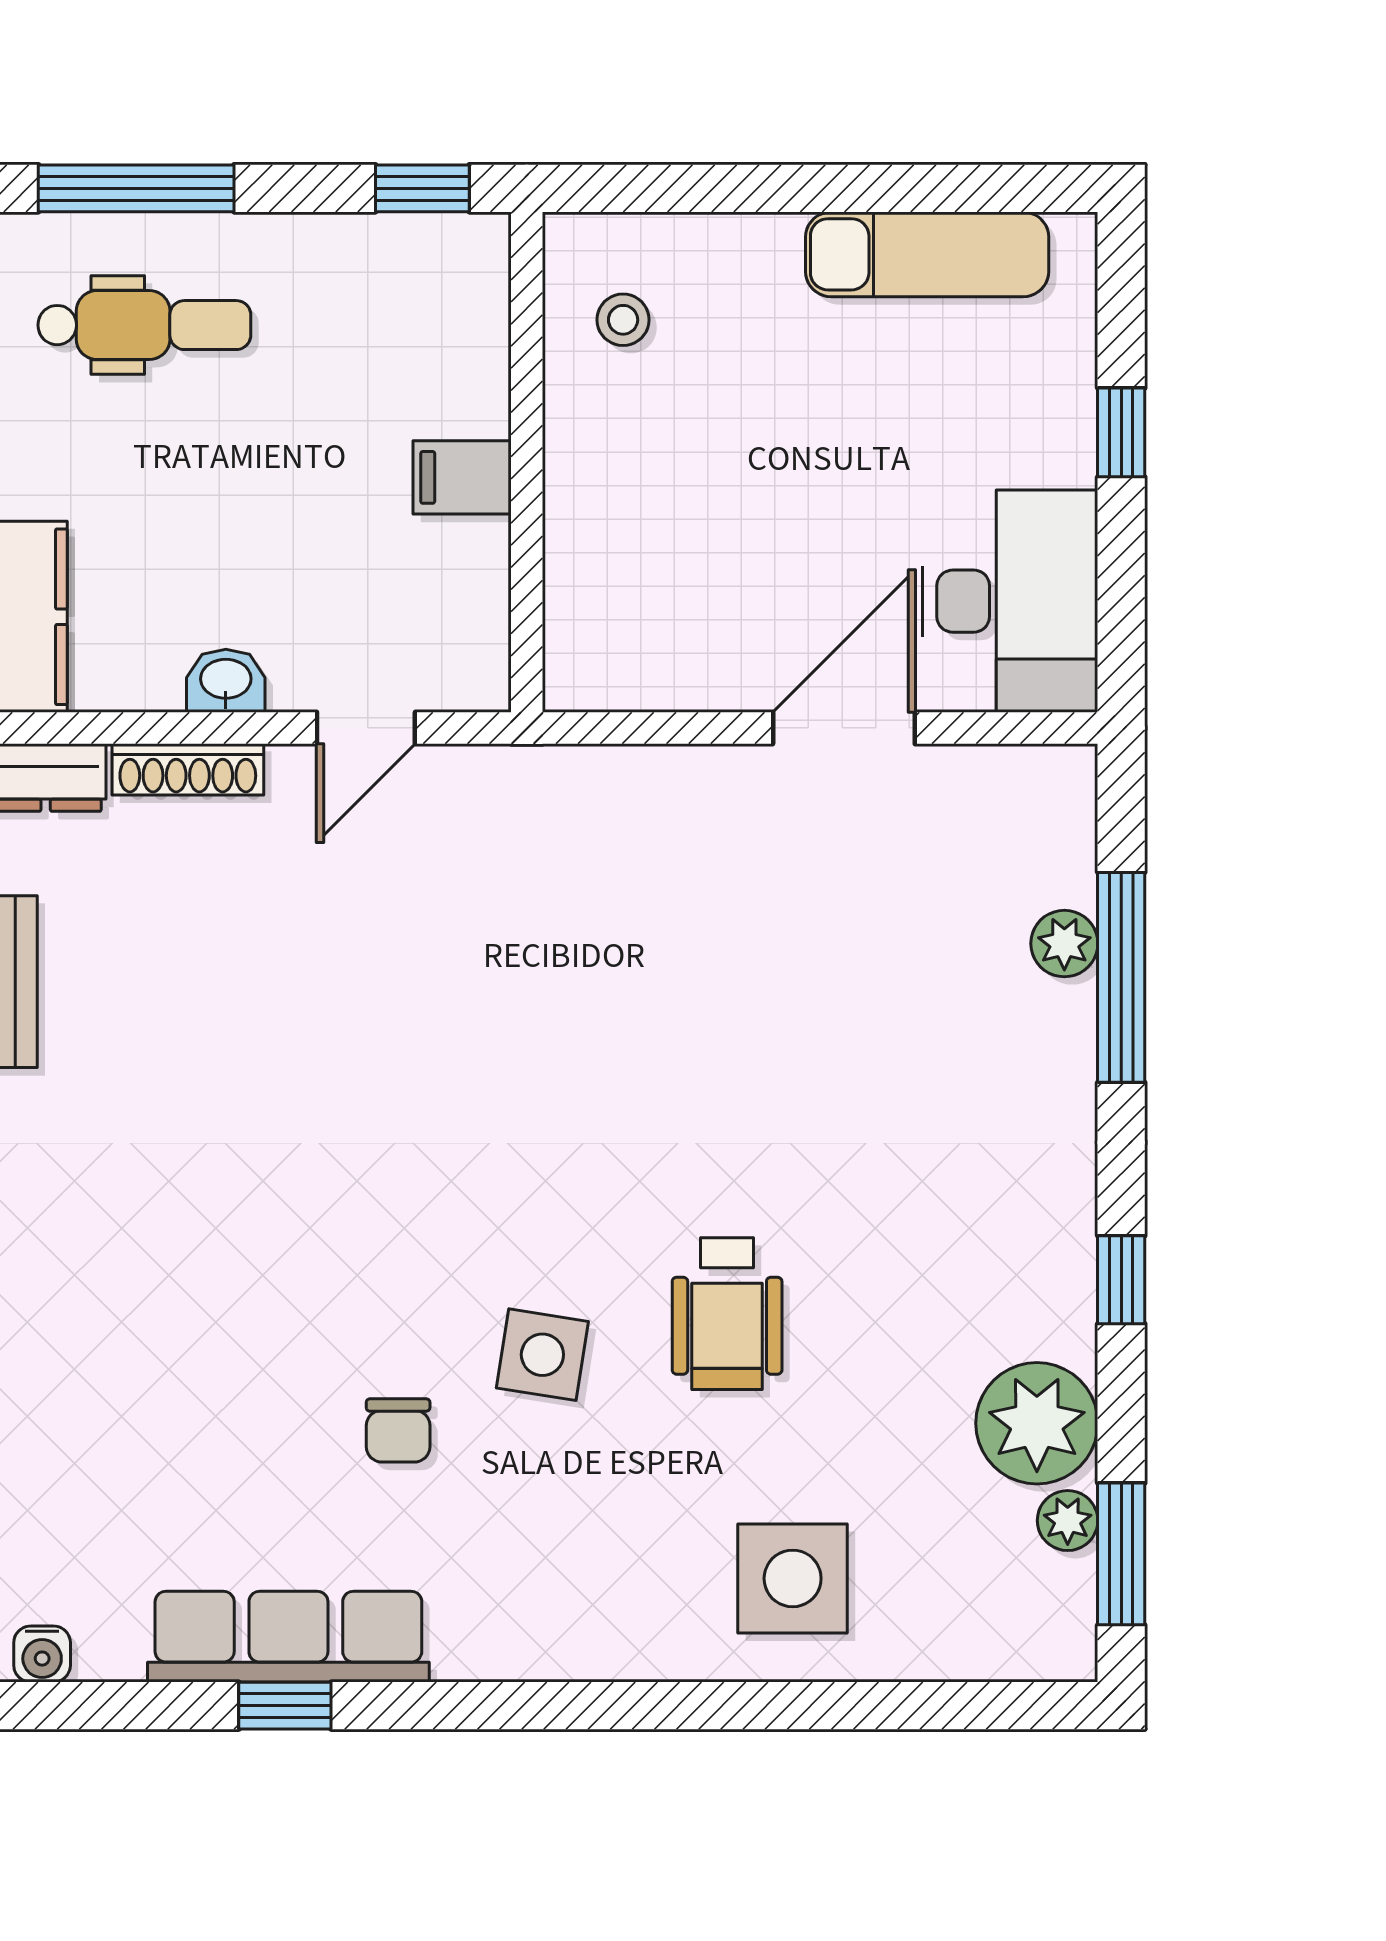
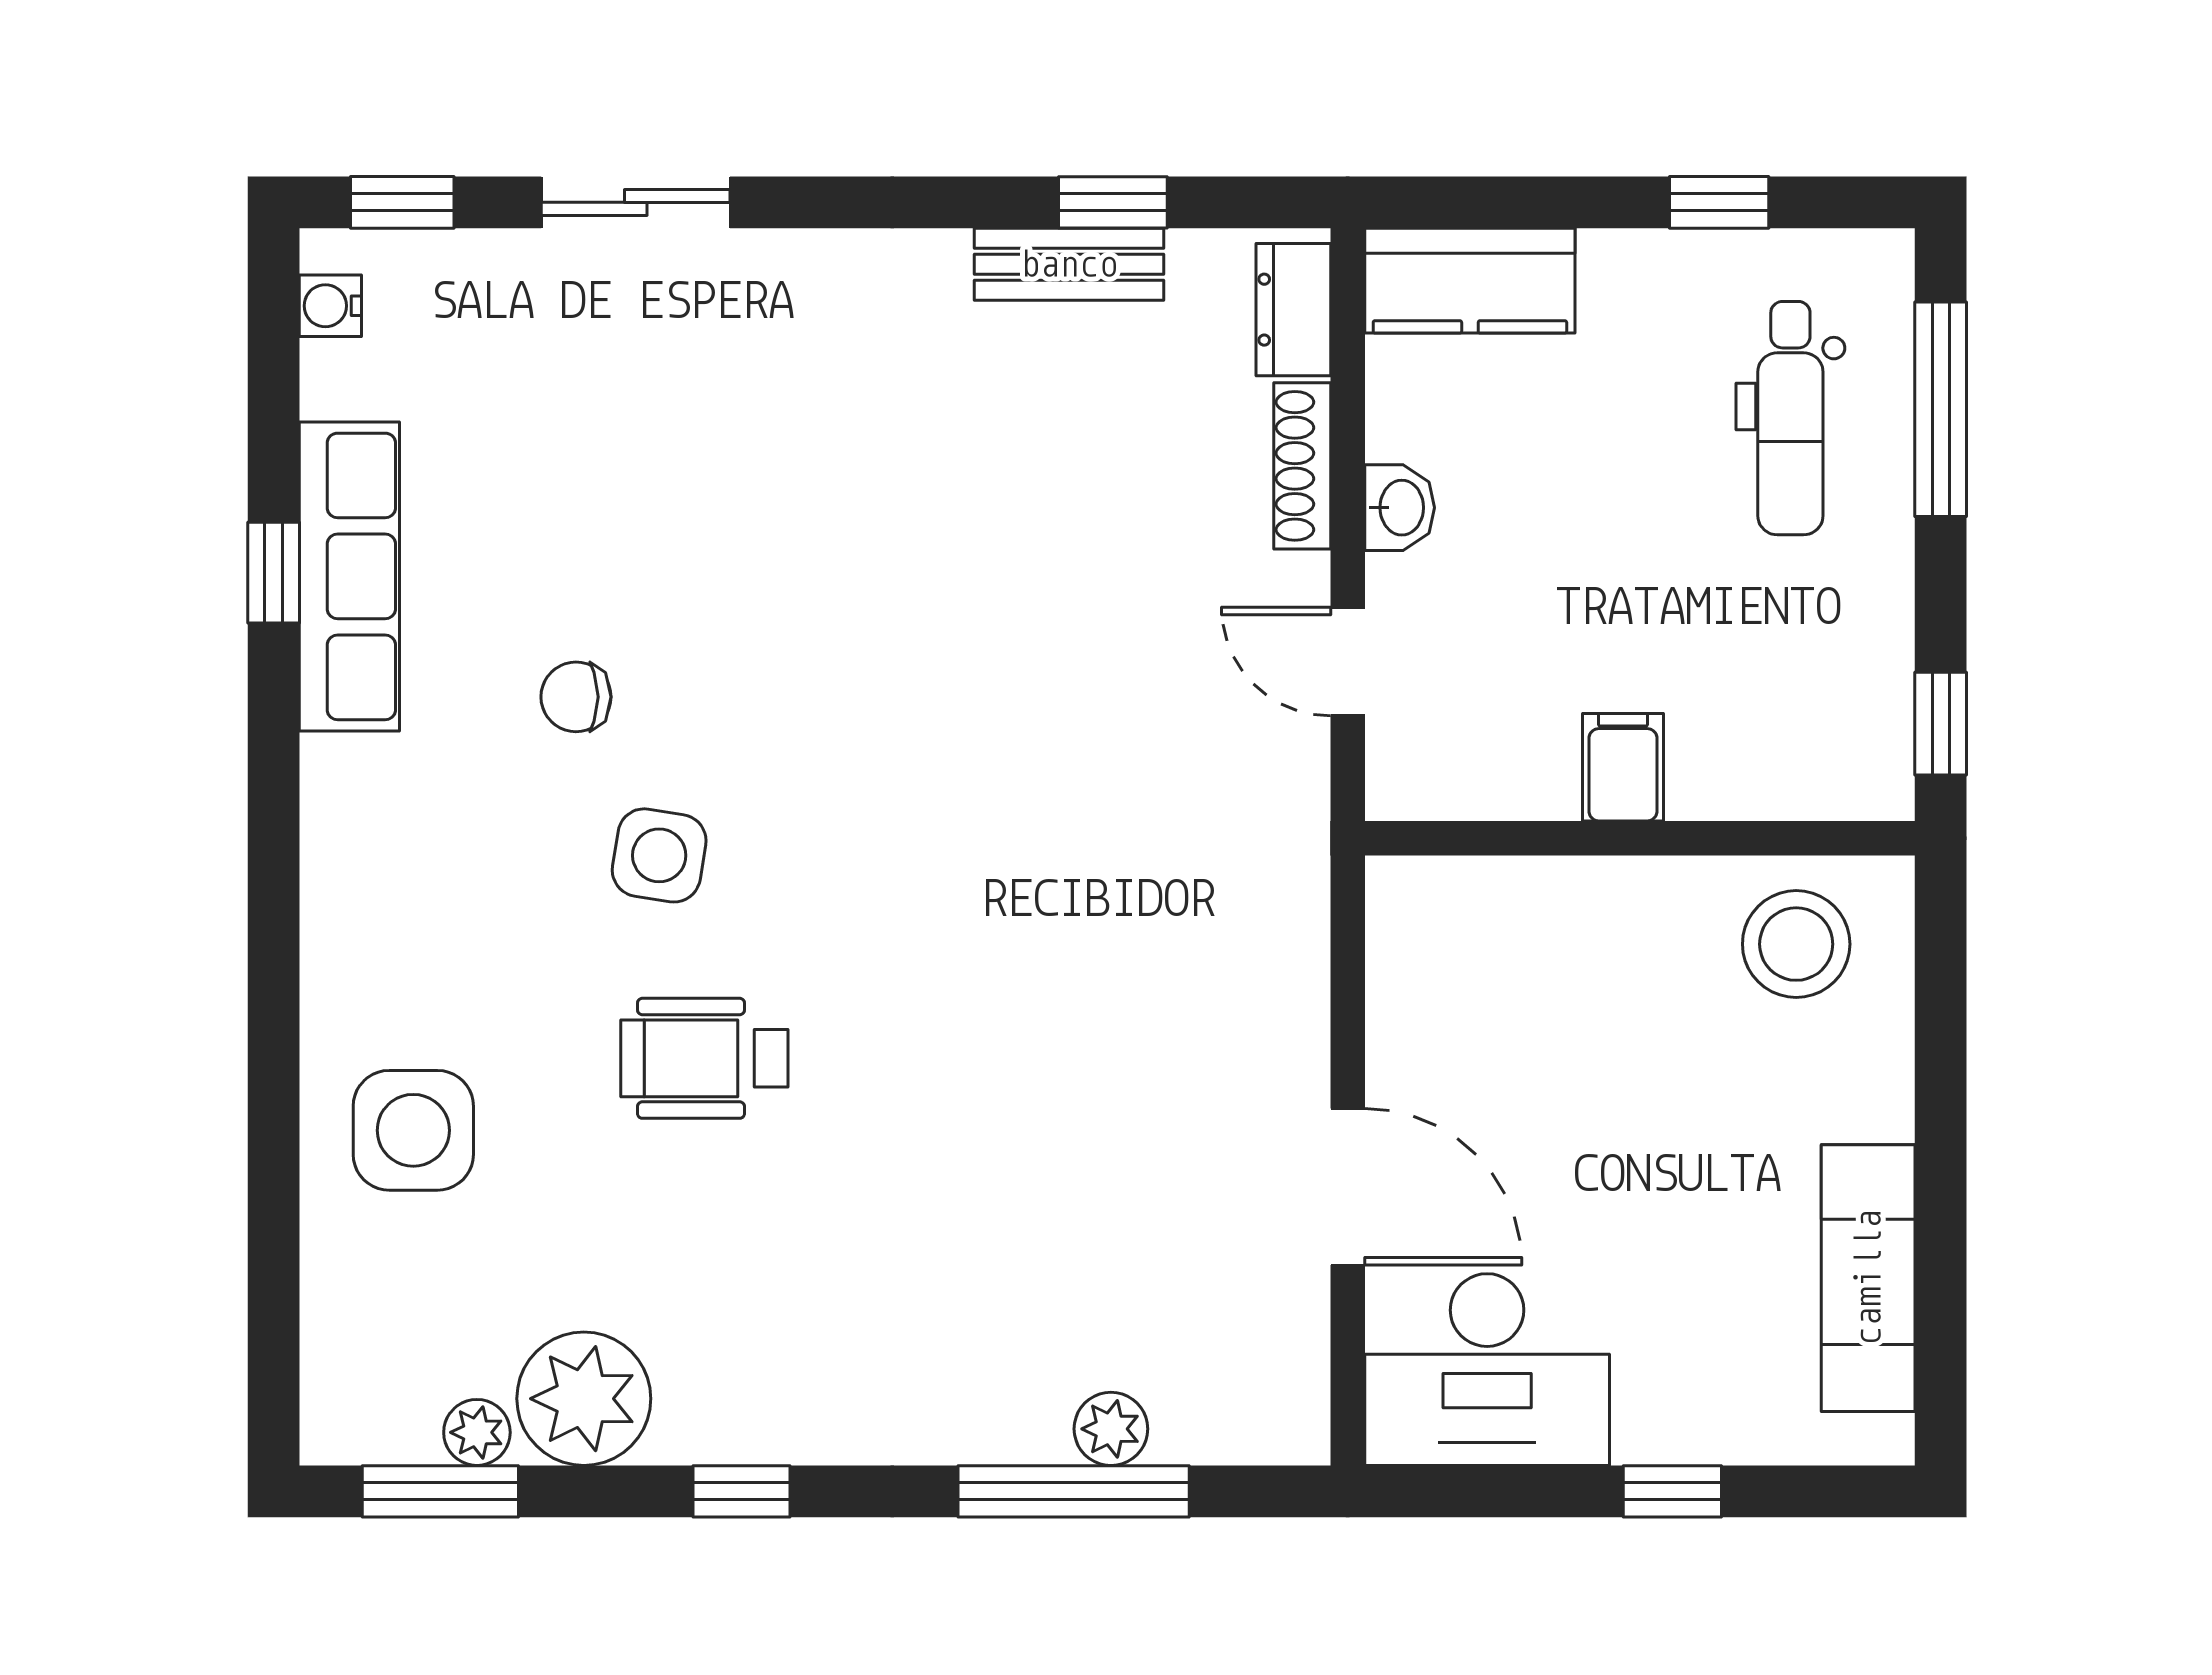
stool: (623, 320) -> (1796, 944), width x1.89, depth x1.89

